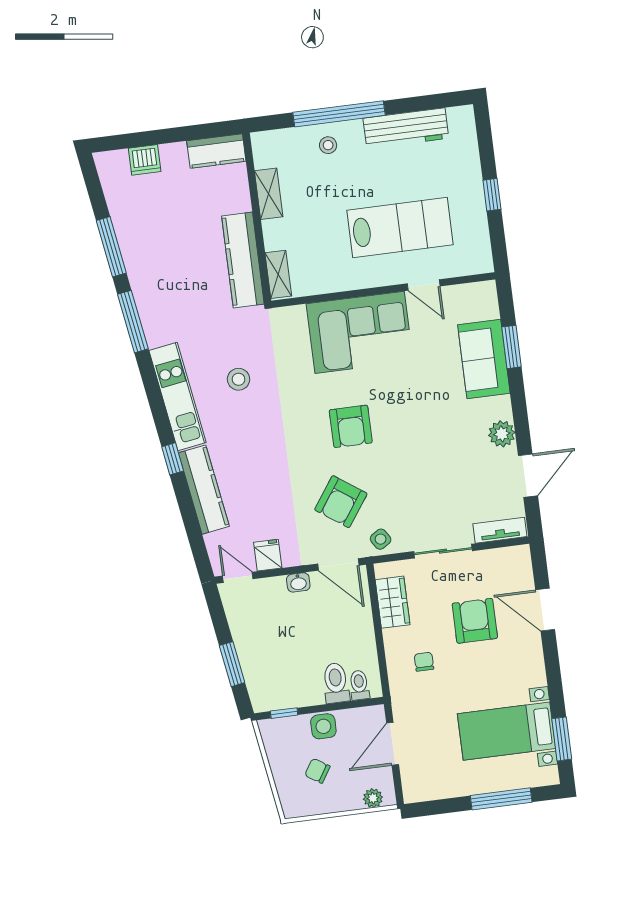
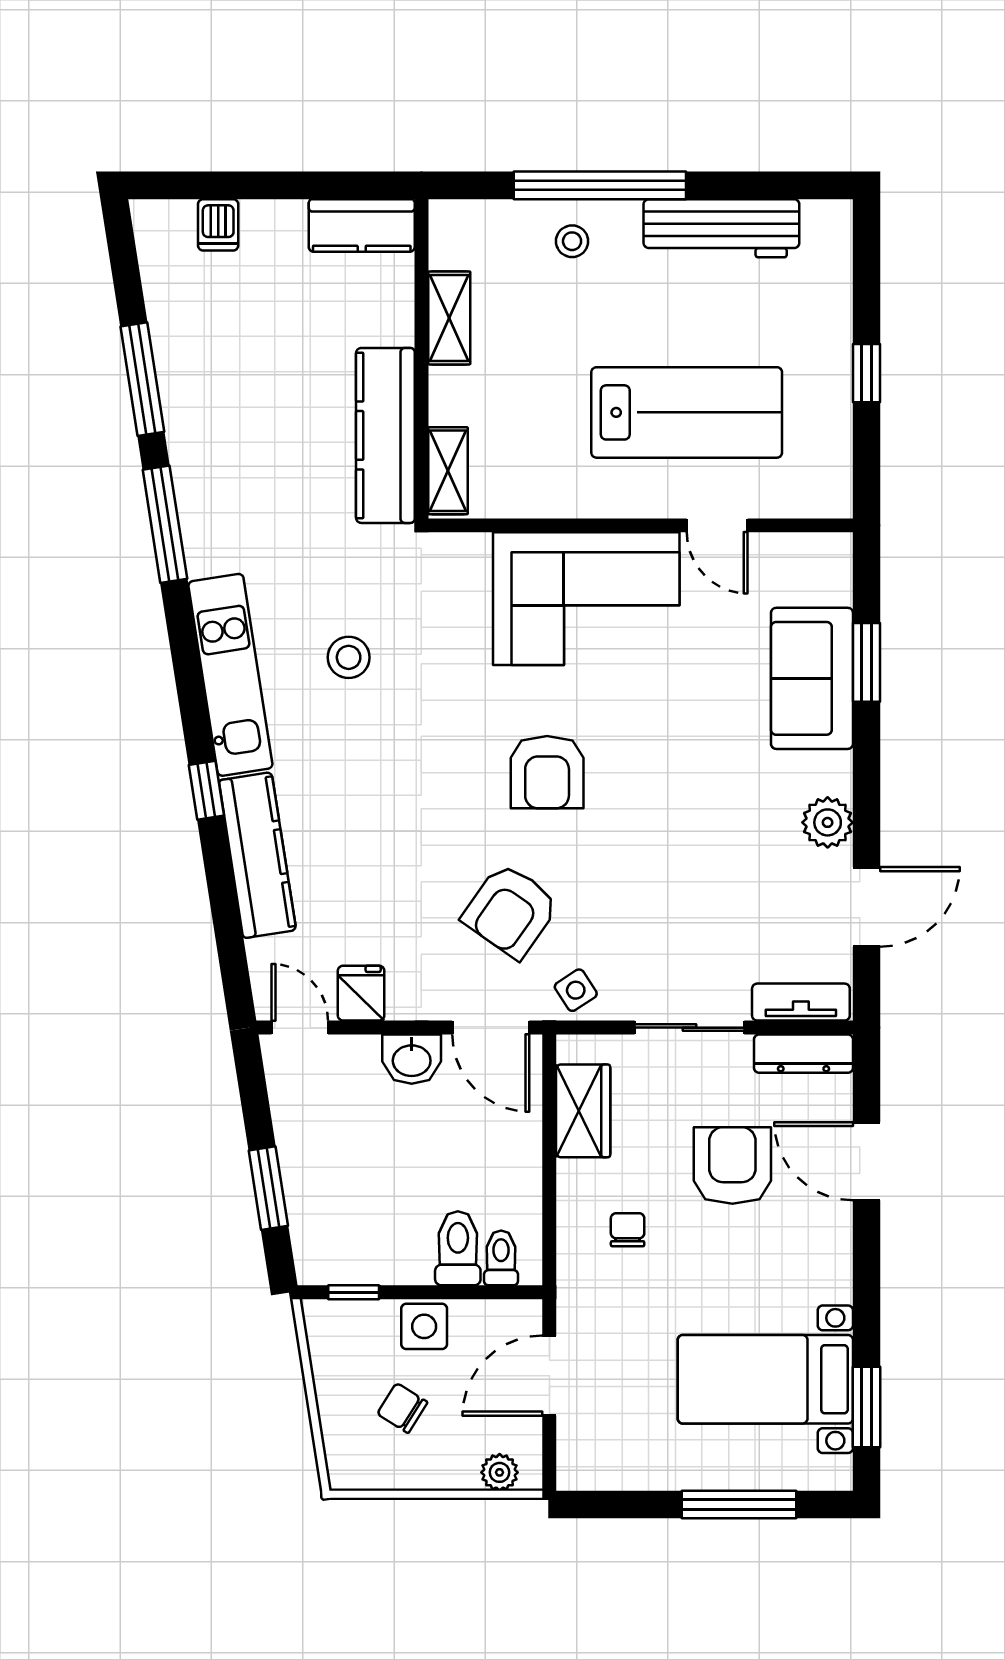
dishwasher: (145, 160) -> (218, 225), width x0.73
dresser: (505, 557) -> (803, 1054), added
washbasin: (298, 582) -> (412, 1059), width x1.38, depth x1.45

